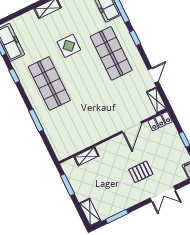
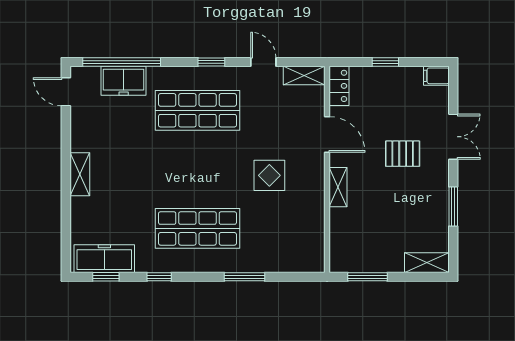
window: (135, 38) -> (211, 62), moved
display table: (69, 46) -> (269, 175), moved
shelving: (86, 156) -> (338, 187), moved
pallet: (141, 172) -> (403, 154), turned 90
window: (117, 216) -> (453, 206), moved

